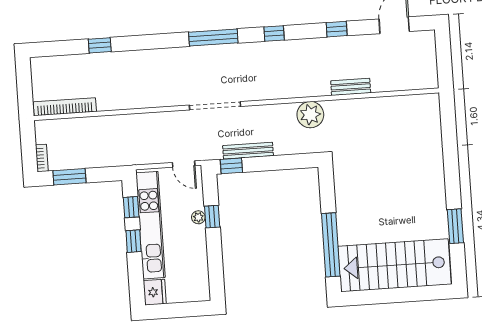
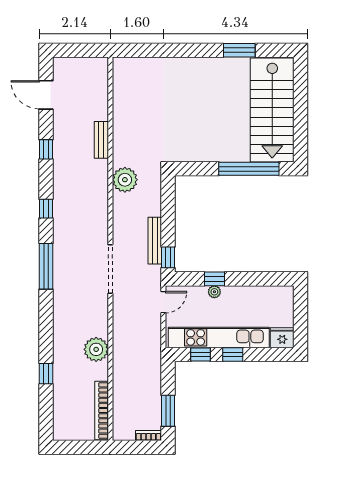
plant: (129, 97) -> (96, 349), added

